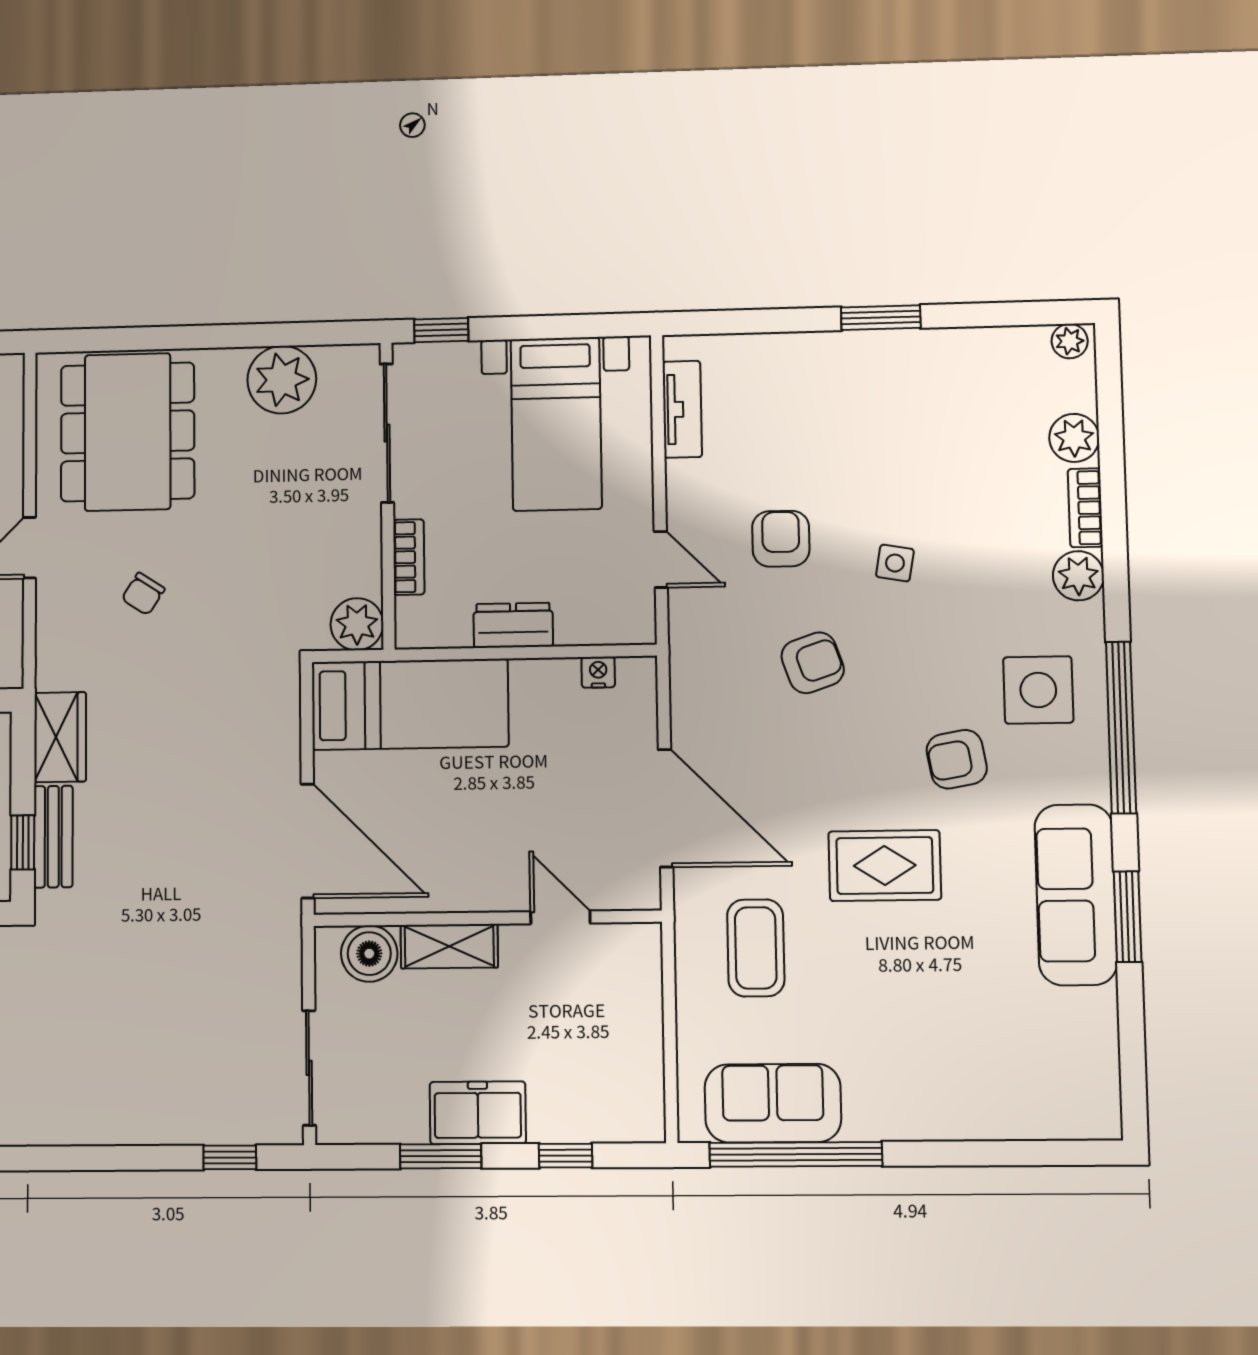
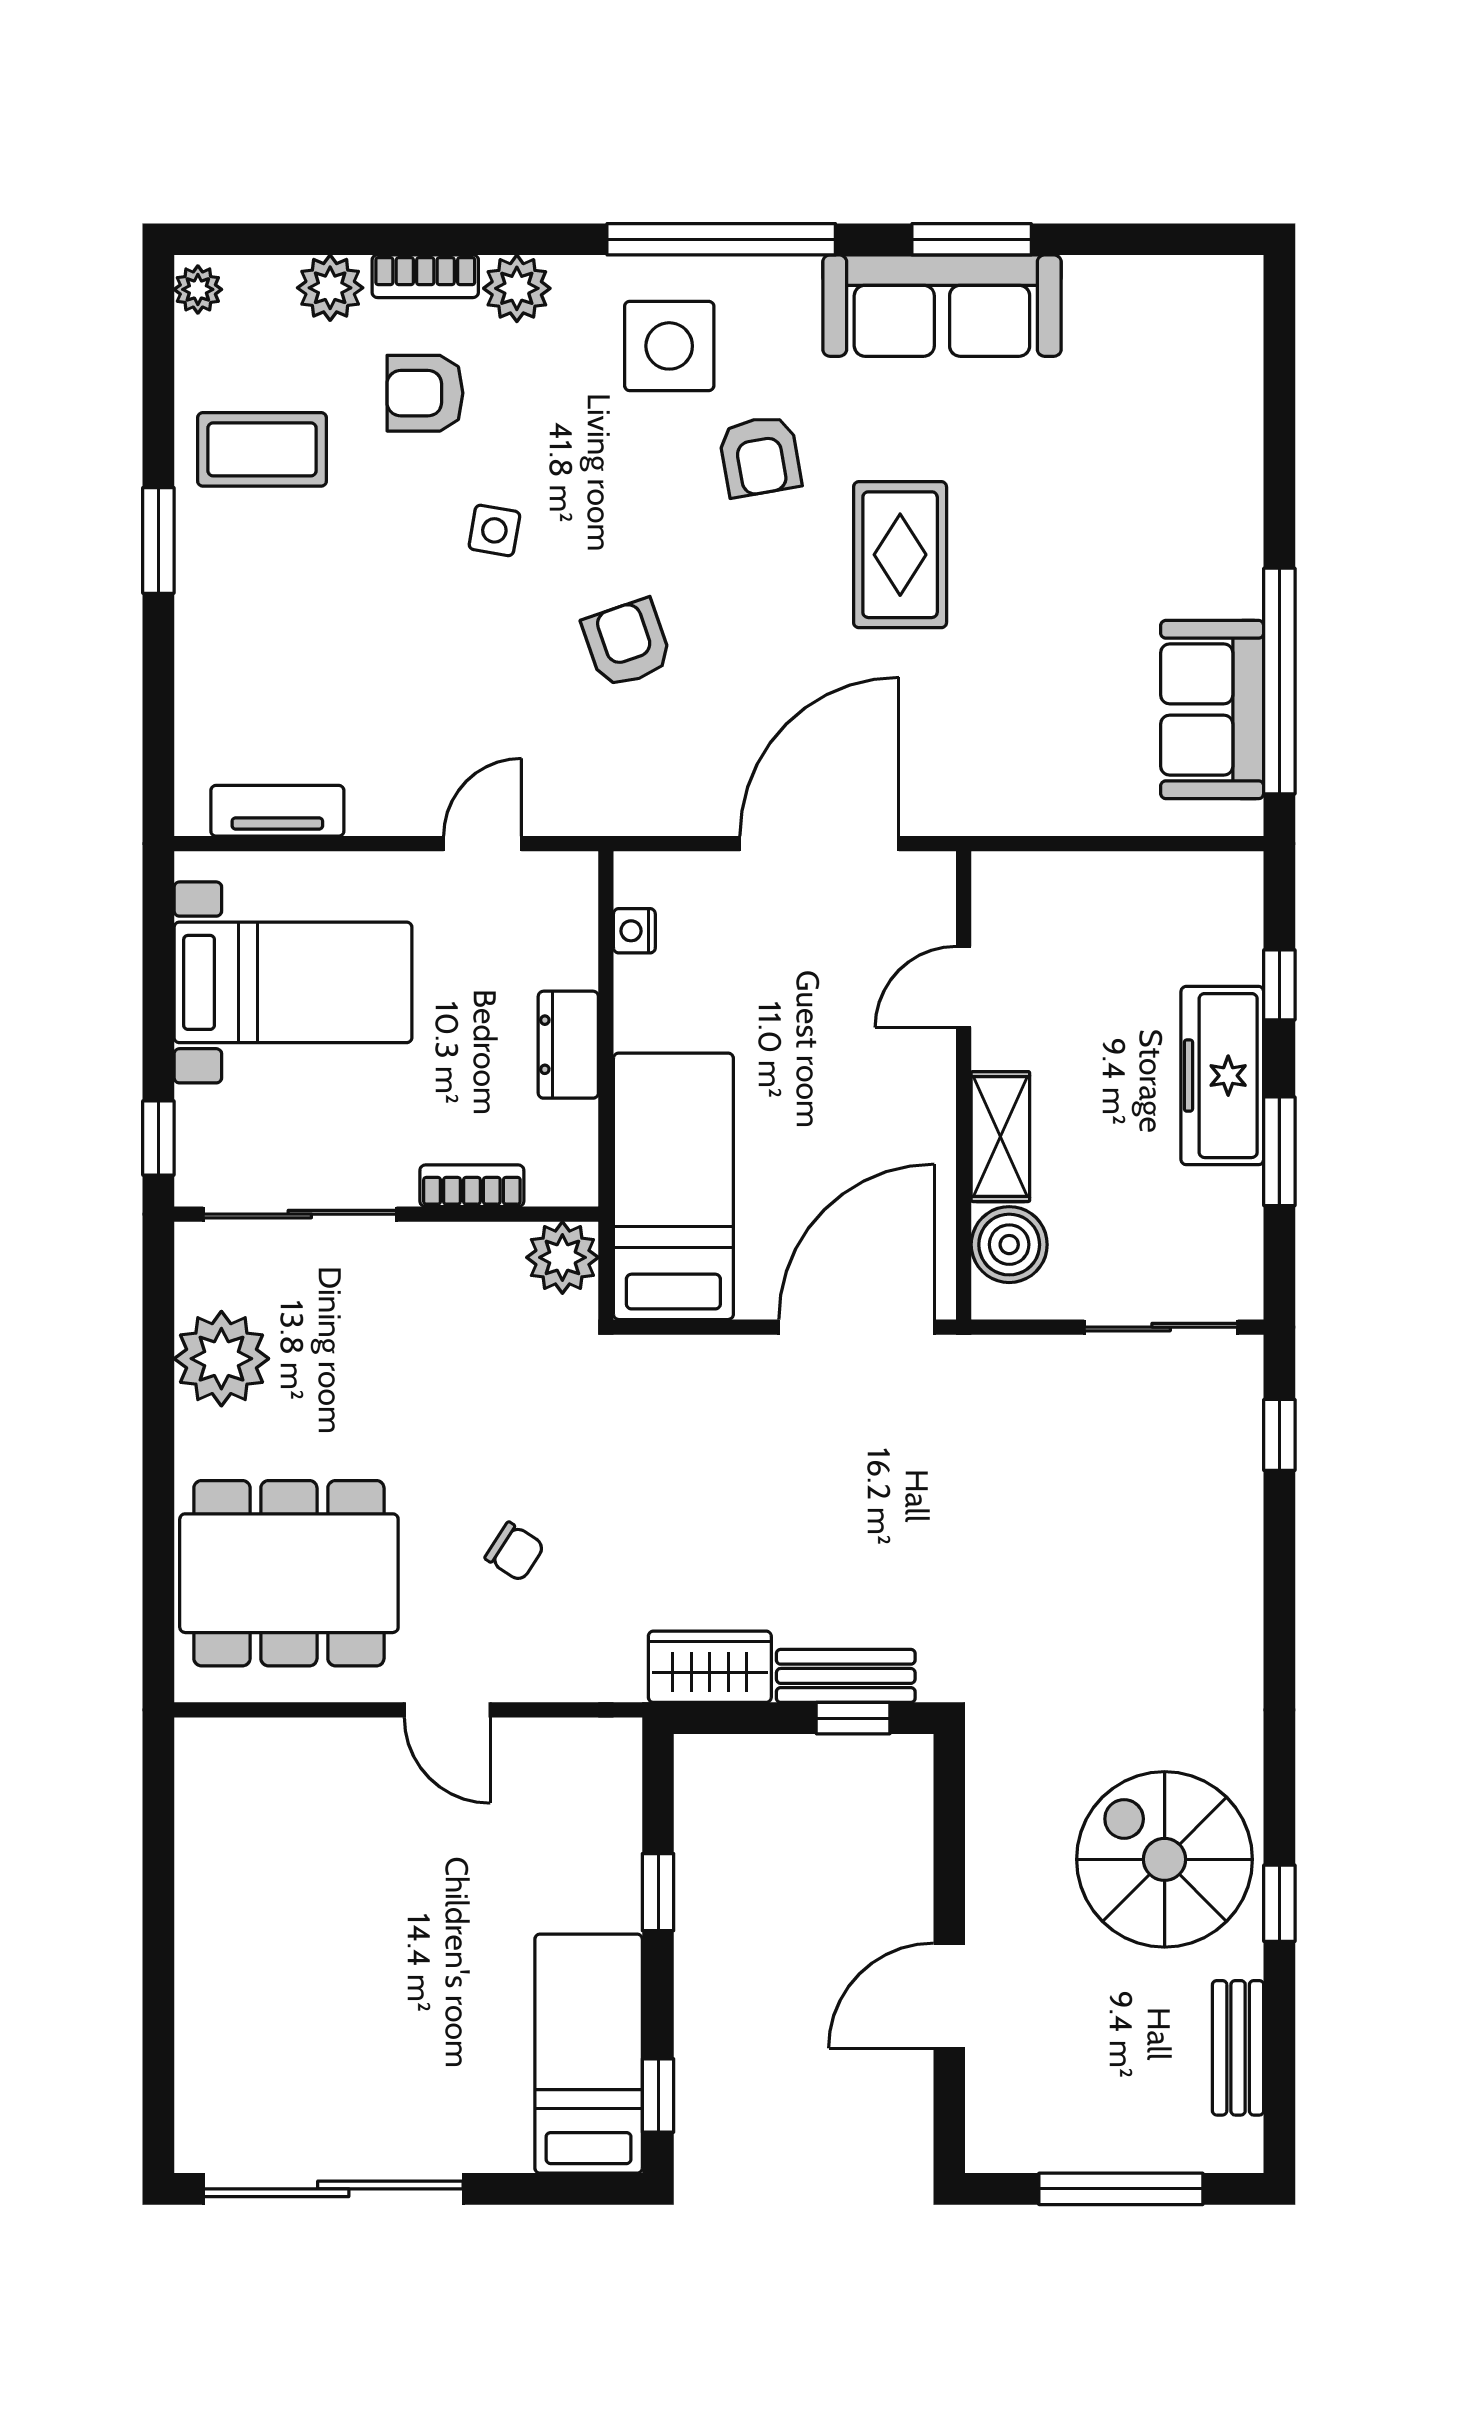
armchair: (781, 539) -> (425, 393), moved
coffee table: (756, 948) -> (262, 449), moved
freezer: (478, 1113) -> (1222, 1076), width x1.40

